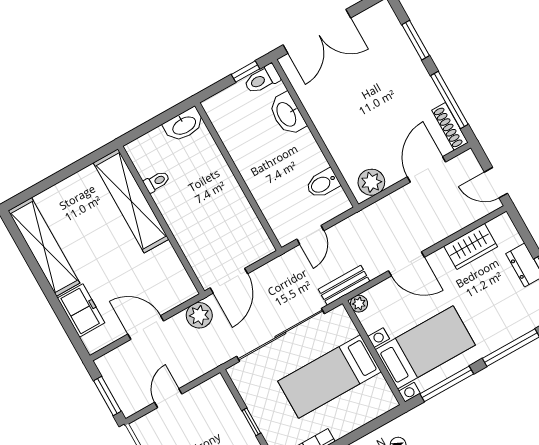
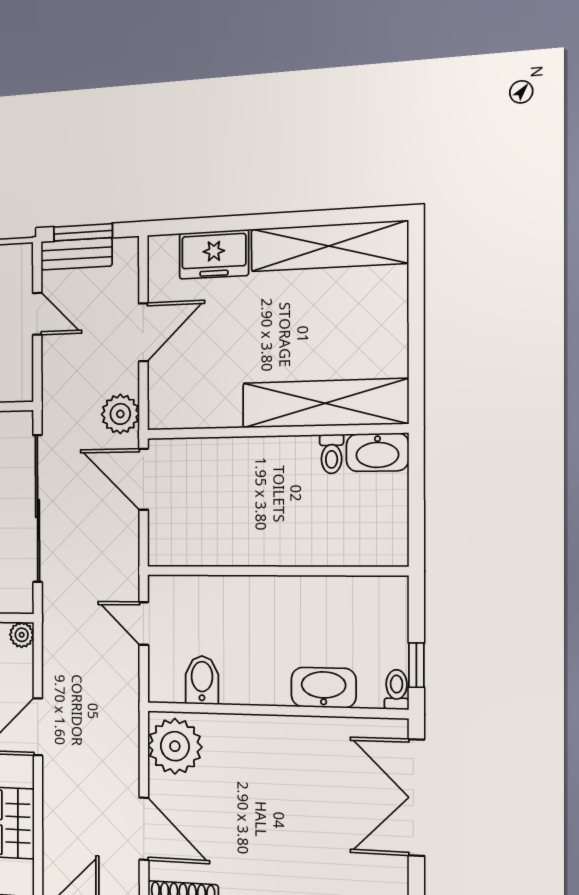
toilet: (262, 79) -> (397, 690), width x0.73, depth x0.72
washbasin: (184, 125) -> (377, 452), moved, turned -90
plant: (371, 182) -> (175, 746), width x1.36, depth x1.36
bench: (344, 285) -> (76, 254), moved, turned 90

